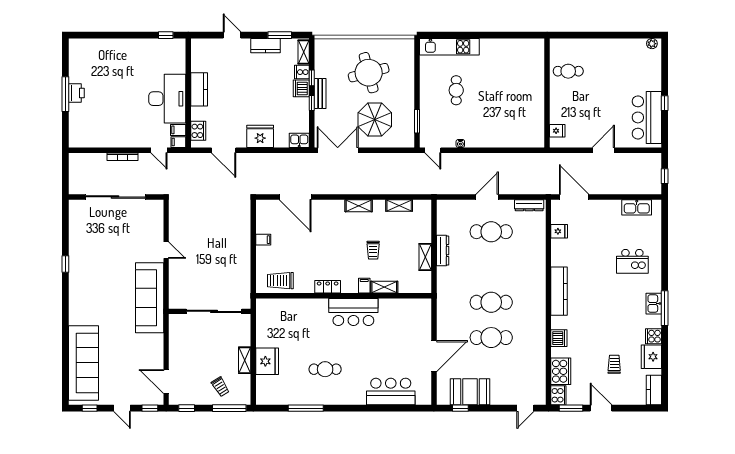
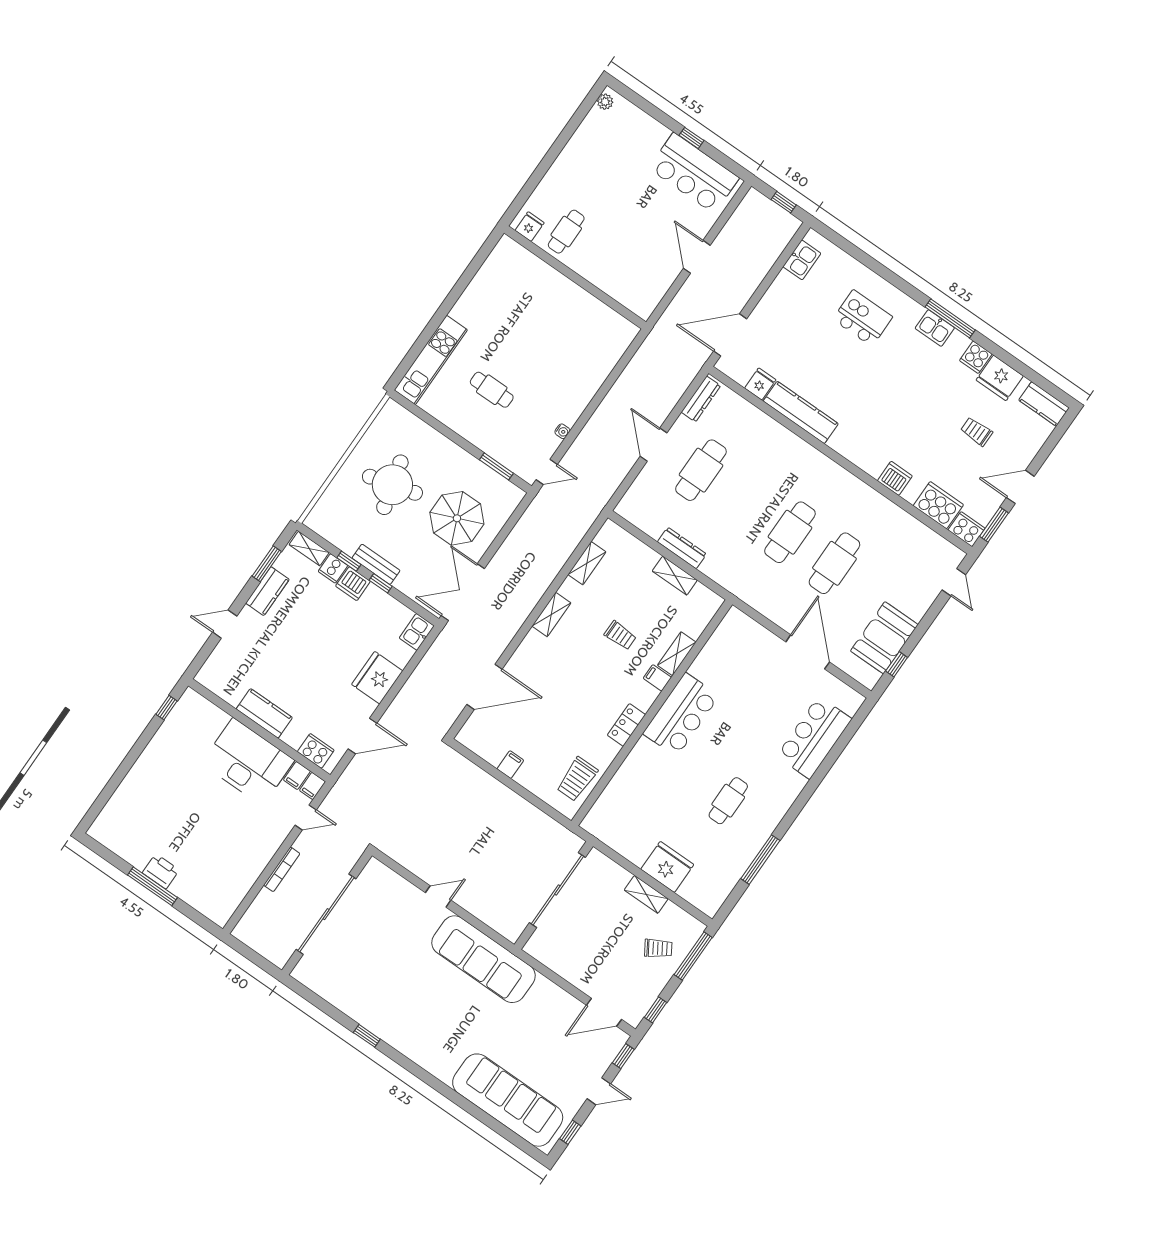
fridge: (557, 131) -> (530, 227), moved
kitchen sink: (637, 207) -> (802, 260), width x0.73
kitchen island: (632, 261) -> (863, 318), turned -90
kitchen counter: (559, 291) -> (801, 412), moved

